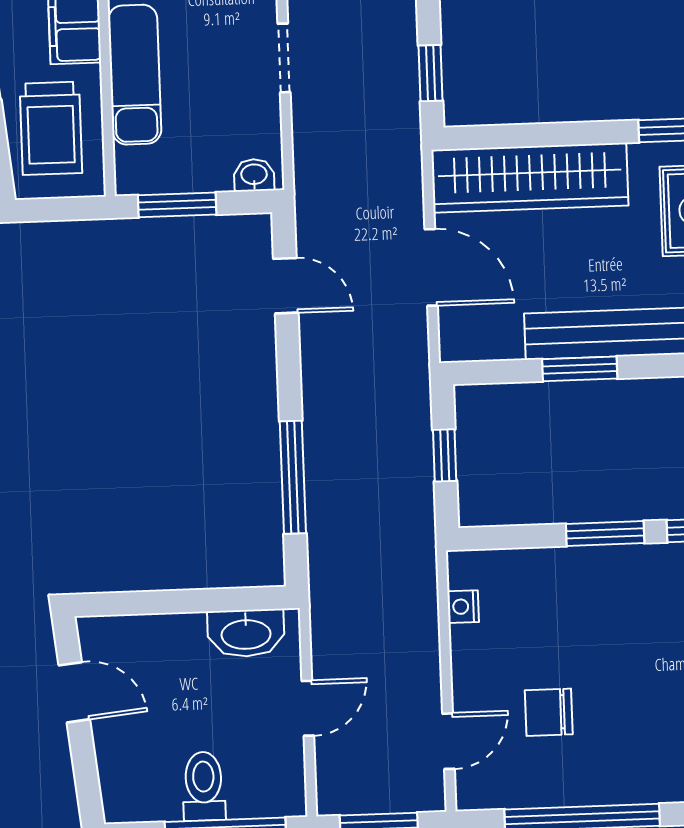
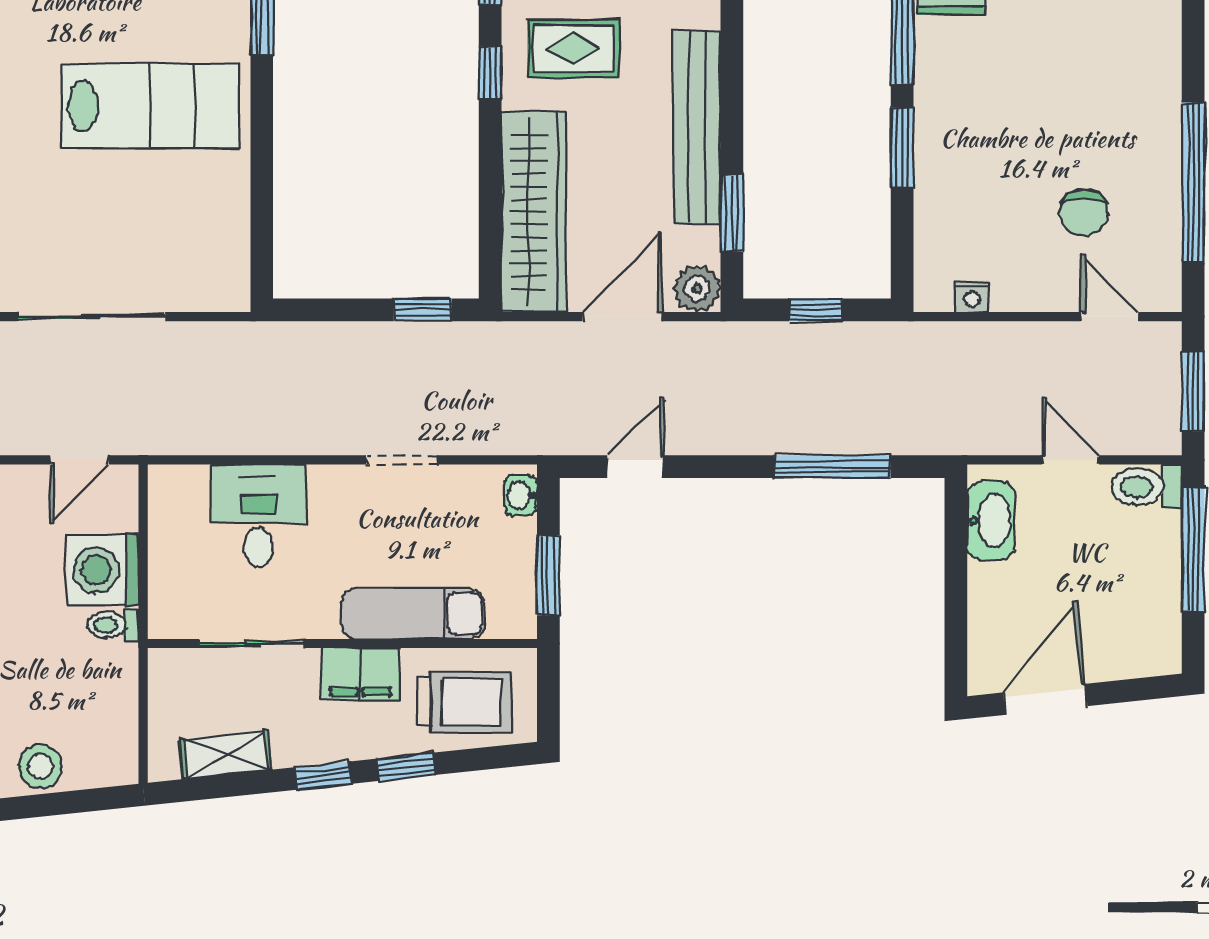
plant: (461, 339) -> (697, 289), added
window: (580, 369) -> (732, 213), moved
door: (74, 692) -> (1045, 699), width x1.38
toilet: (204, 786) -> (1147, 487), moved

